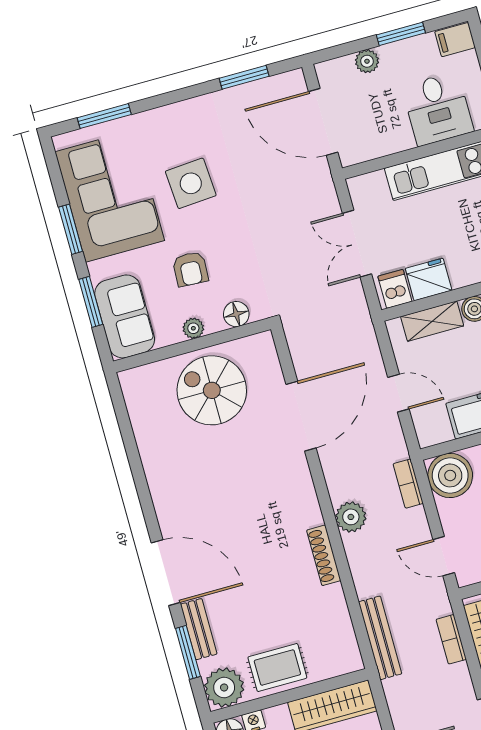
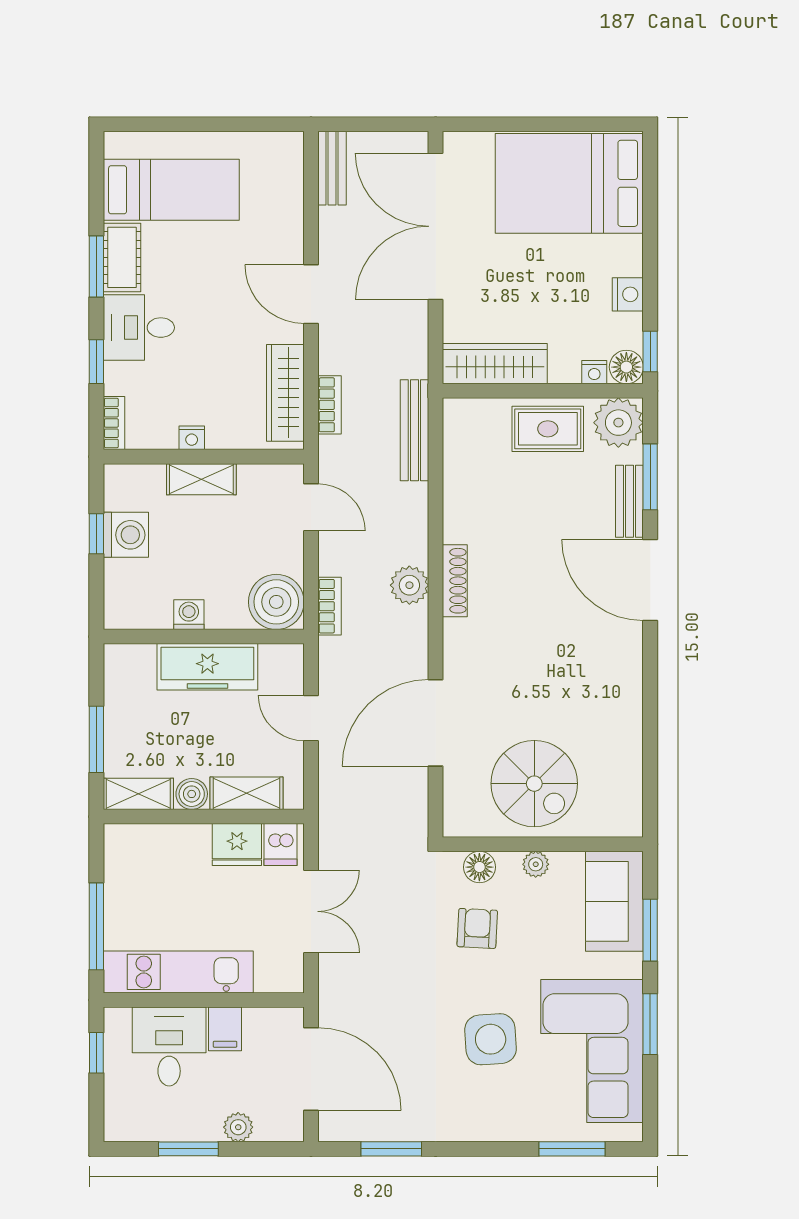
filing cabinet: (455, 40) -> (225, 1029), moved, turned 90
armchair: (190, 269) -> (477, 928), moved
shoe rack: (324, 555) -> (455, 581), moved

